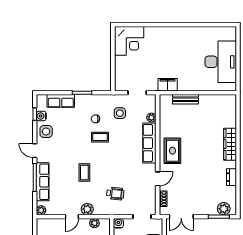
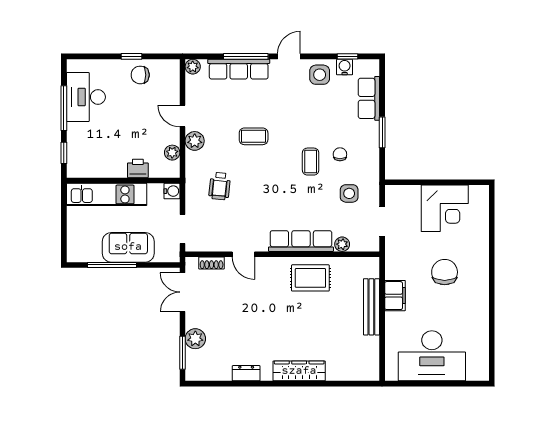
corner desk: (129, 41) -> (445, 208), moved, turned -90
chair: (169, 54) -> (445, 272), added
filing cabinet: (168, 85) -> (395, 296), moved
bench: (186, 99) -> (371, 307), width x1.36
rug: (172, 151) -> (310, 278), moved
plant: (224, 209) -> (195, 339), moved

